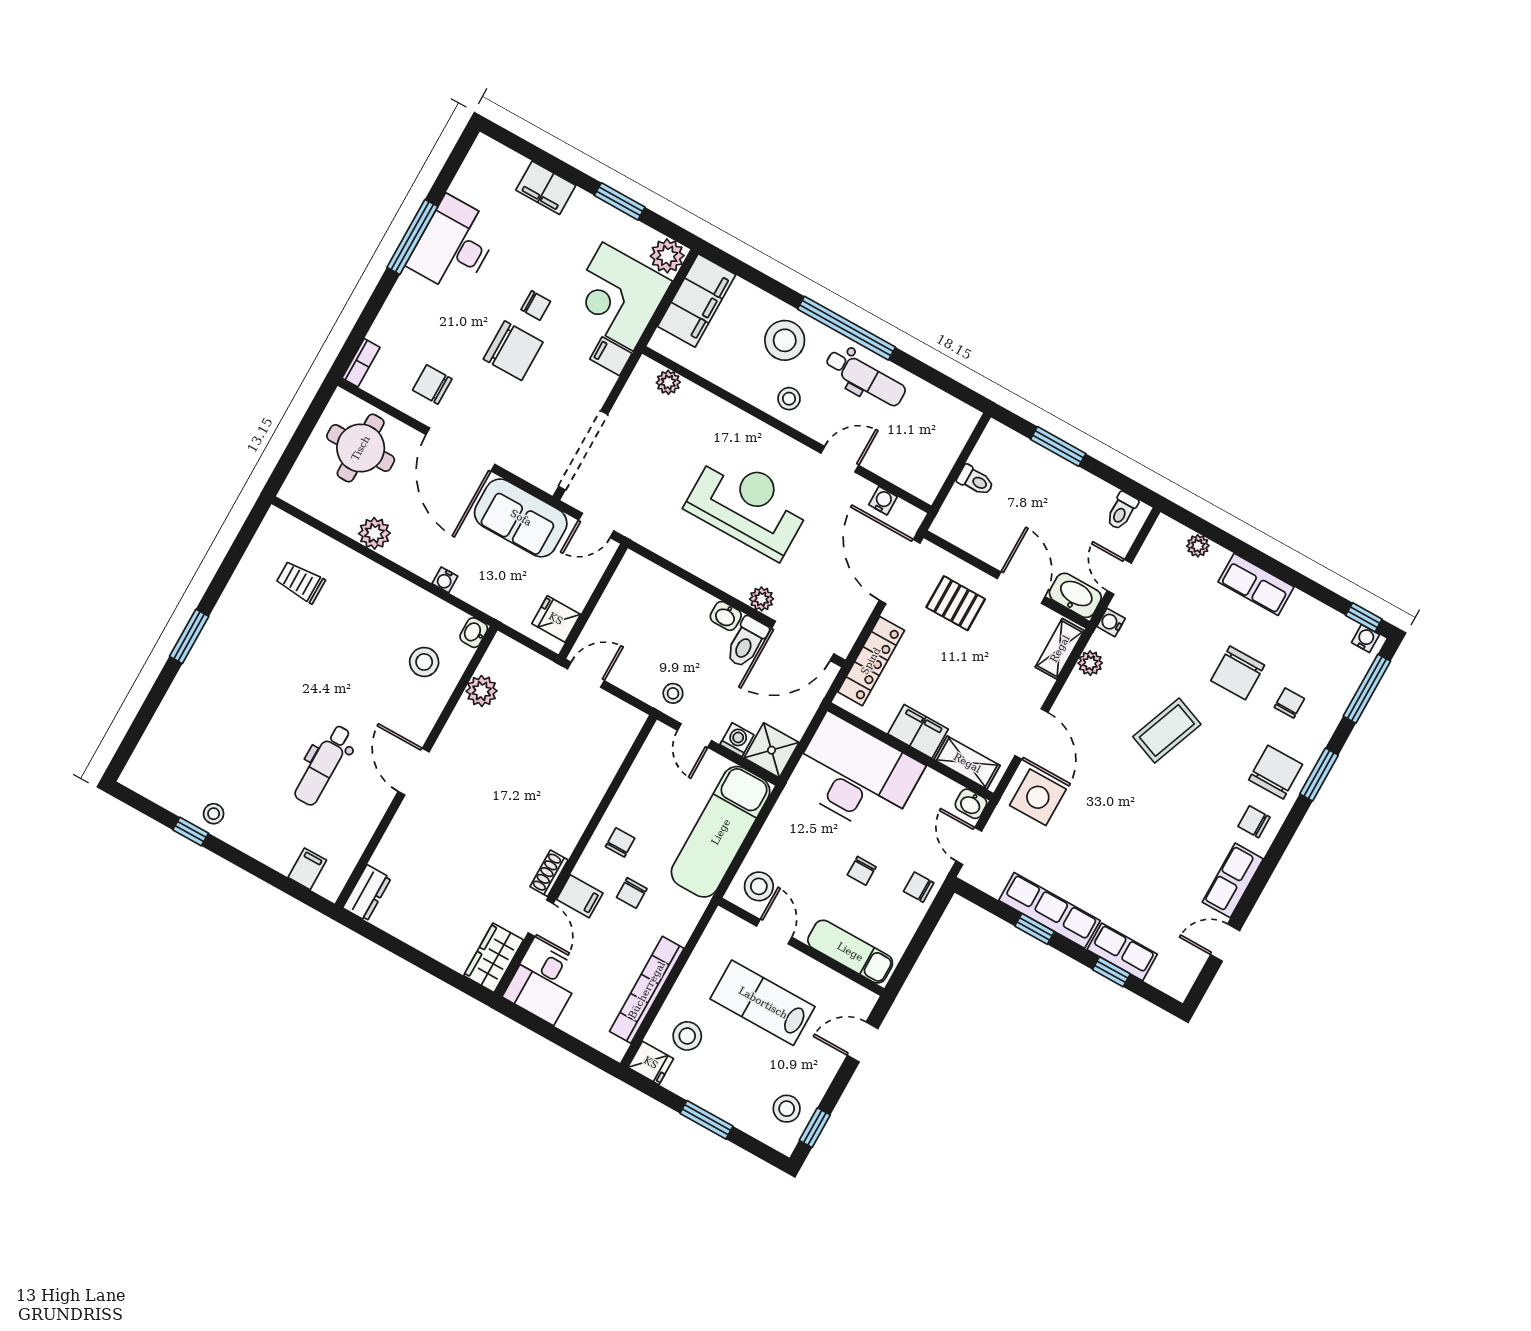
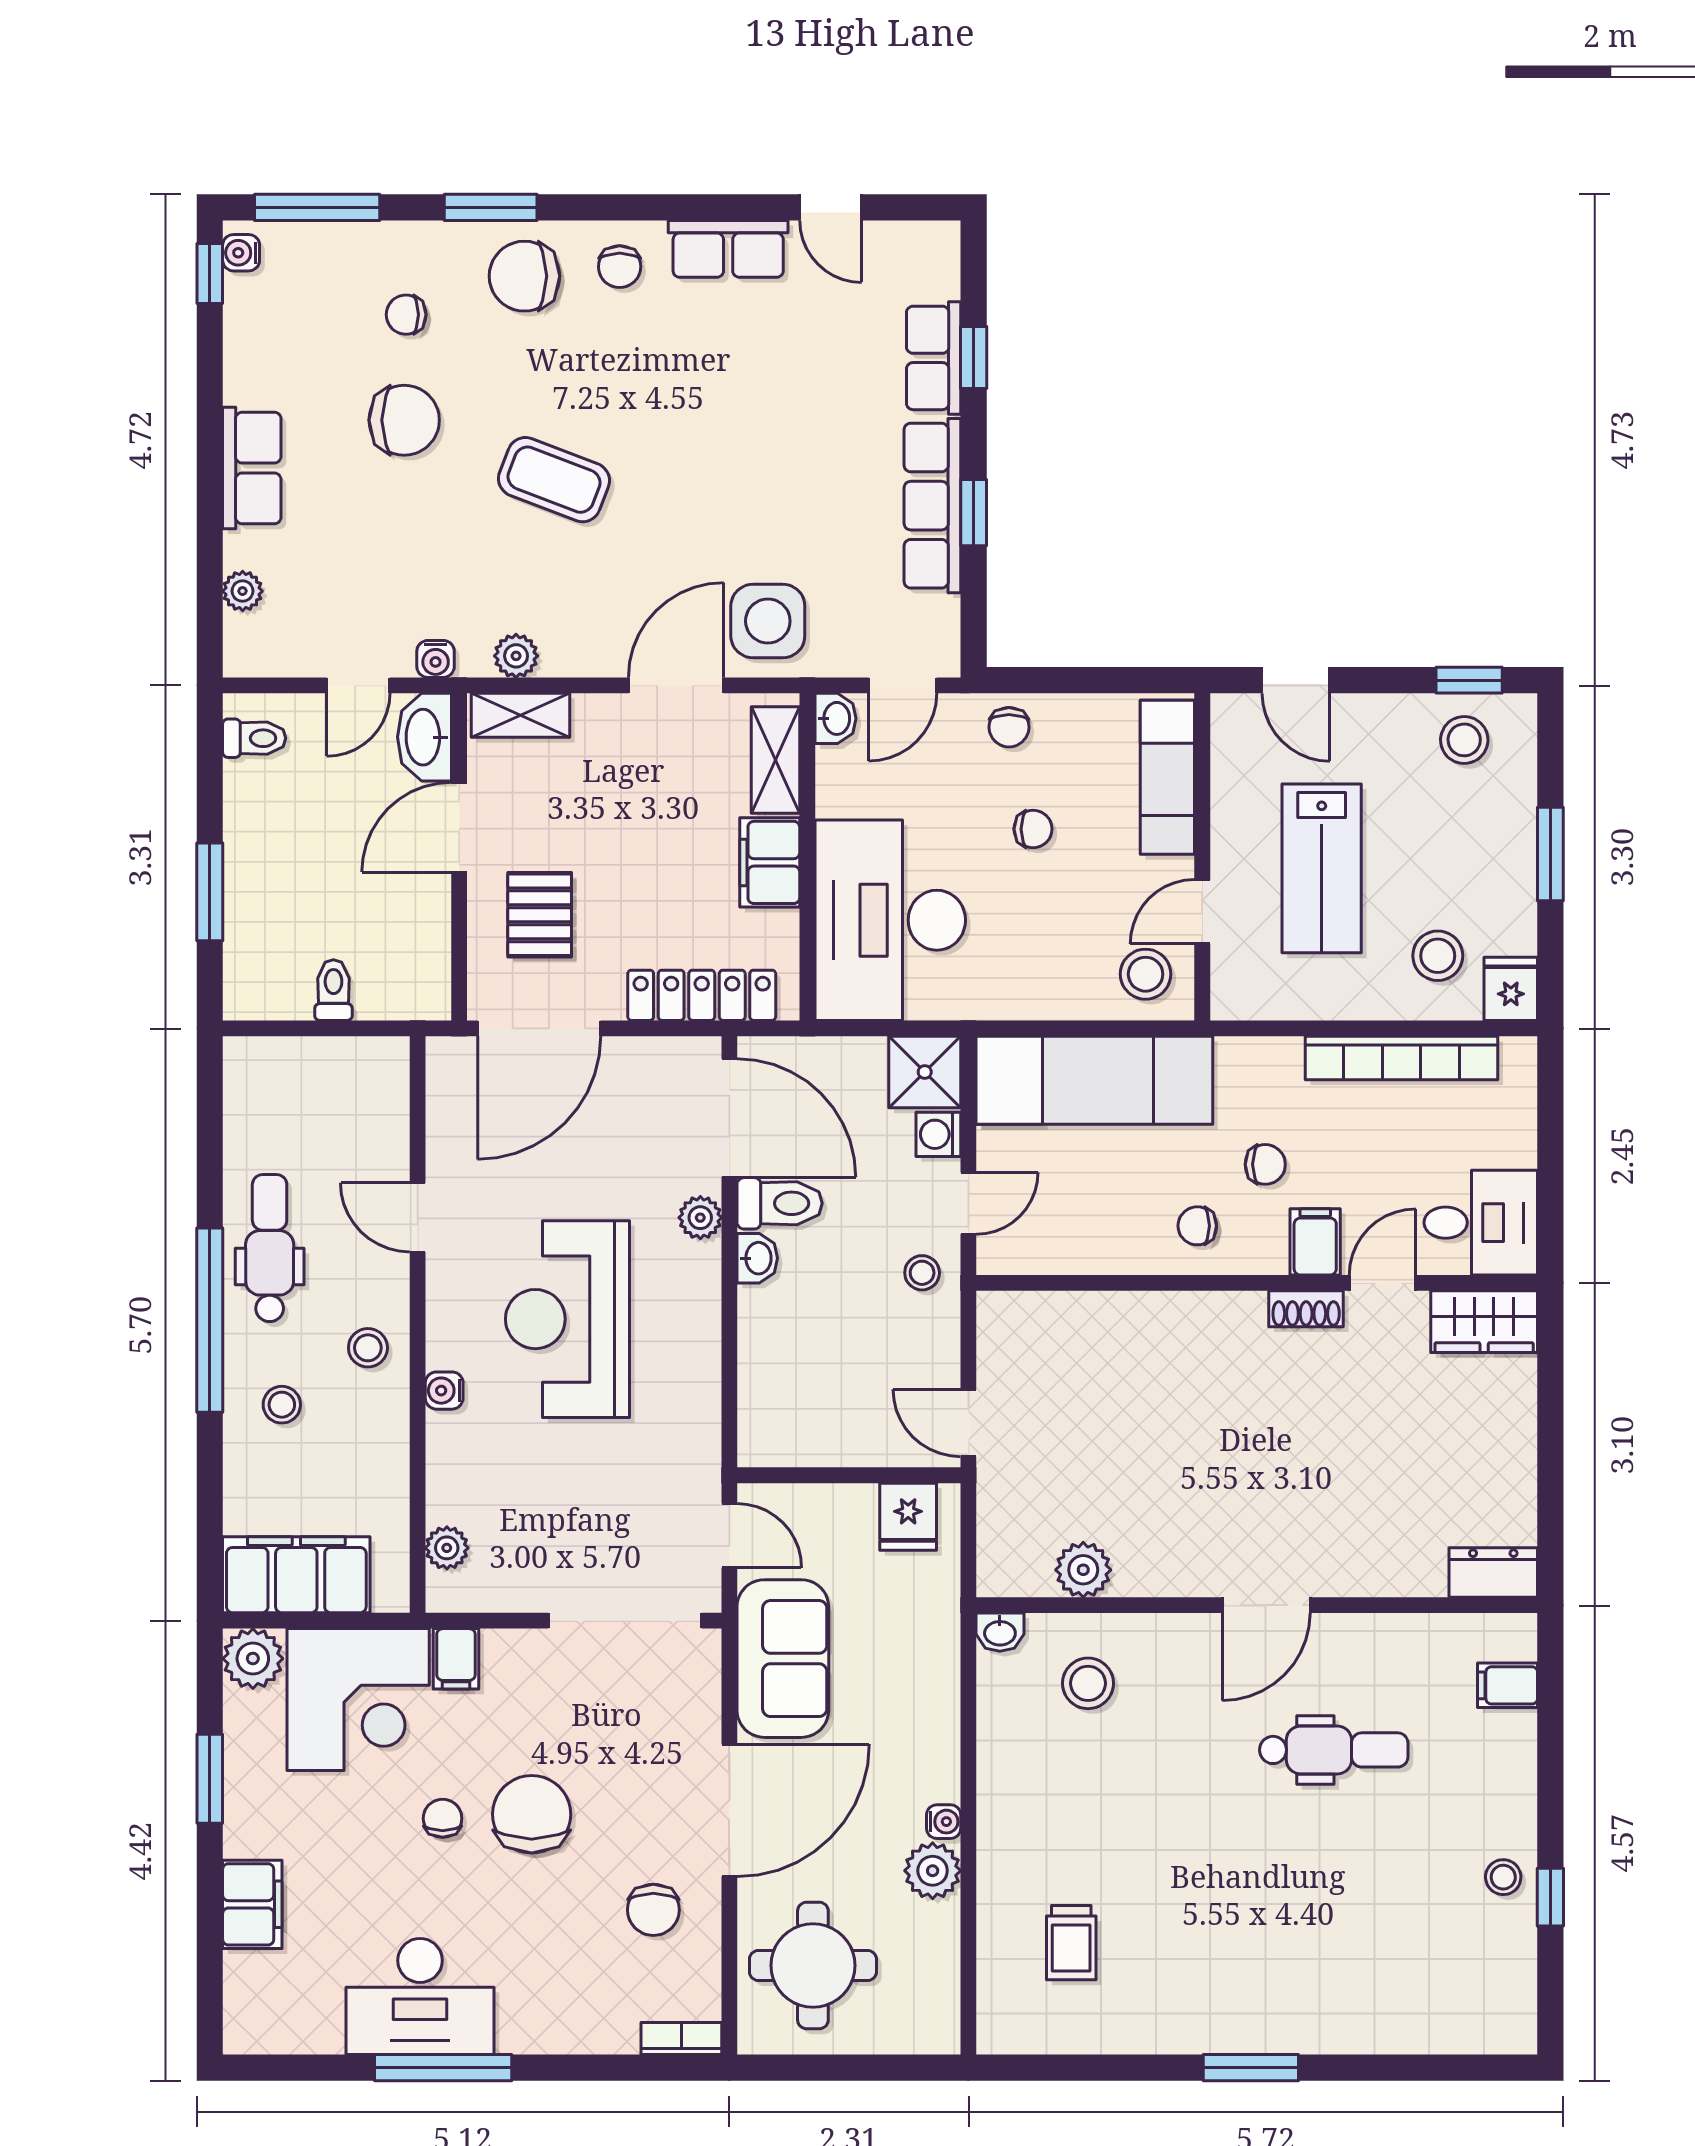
stool: (785, 340) -> (282, 1405), width x0.53, depth x0.53
water cooler: (883, 501) -> (444, 1391), moved
water cooler: (445, 580) -> (944, 1822), moved

